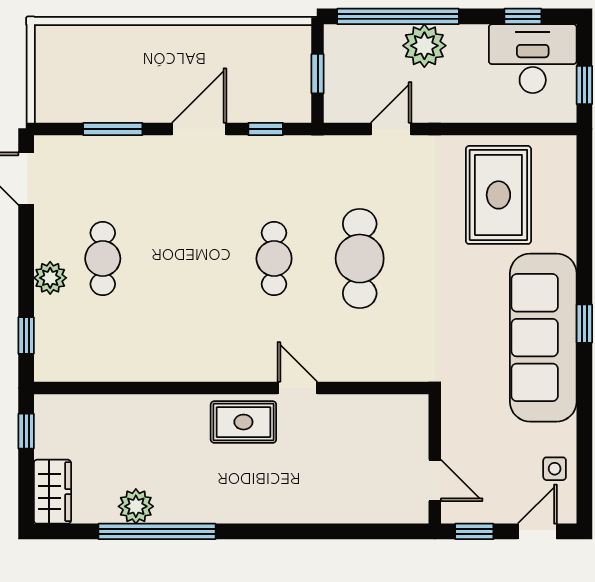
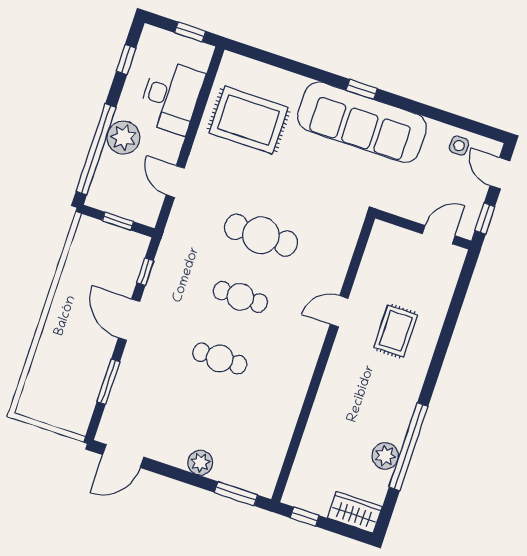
desk: (533, 59) -> (171, 97), moved, turned 180
cafe table: (103, 259) -> (220, 358), moved
window: (26, 336) -> (236, 494), width x1.50
rug: (243, 422) -> (396, 331), moved

